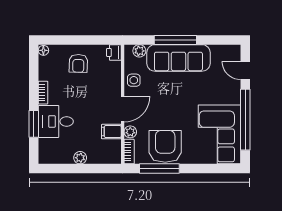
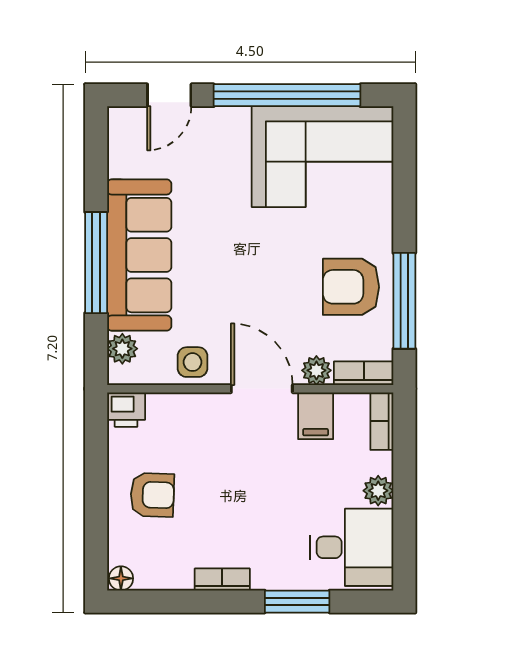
desk: (56, 121) -> (352, 547), moved, turned -90
armchair: (165, 146) -> (351, 287), width x0.73, depth x0.73
bookcase: (109, 159) -> (382, 421), added

